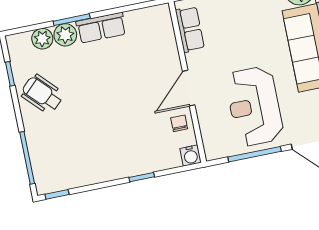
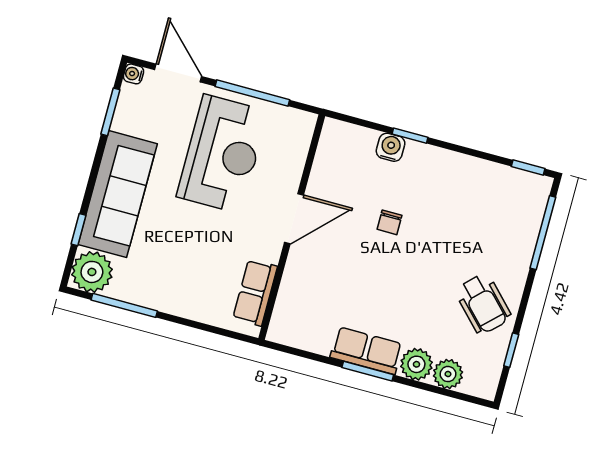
window: (72, 20) -> (368, 371), moved
chair: (179, 123) -> (390, 222), moved
water cooler: (191, 155) -> (391, 147), moved

